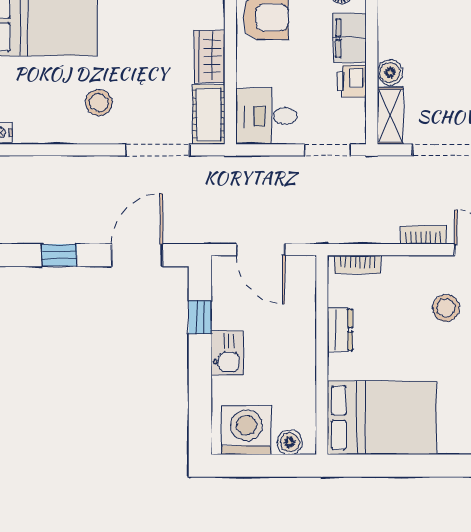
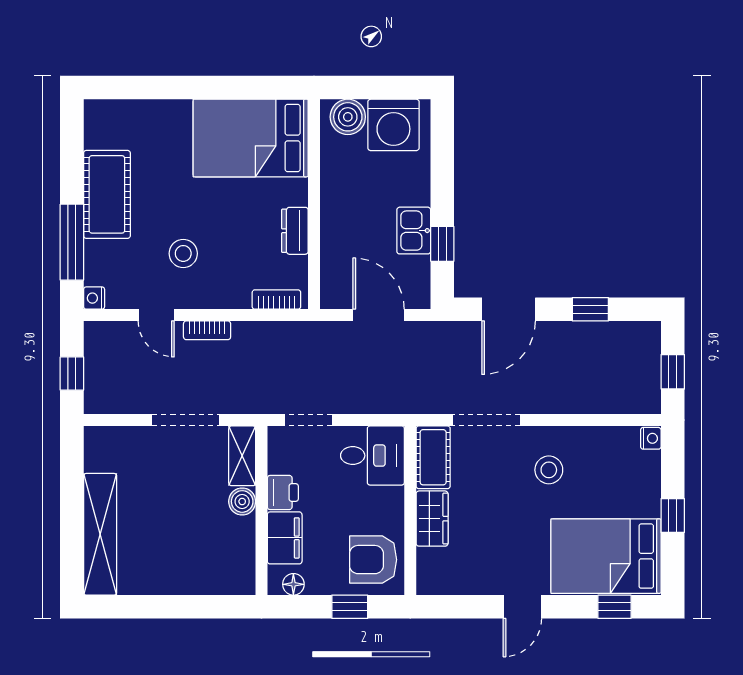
kitchen sink: (227, 353) -> (414, 231), moved
boiler: (290, 442) -> (348, 117), width x1.36, depth x1.36

